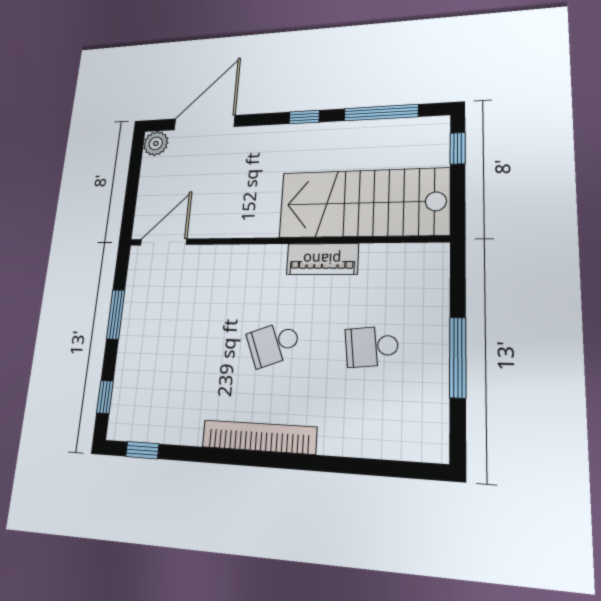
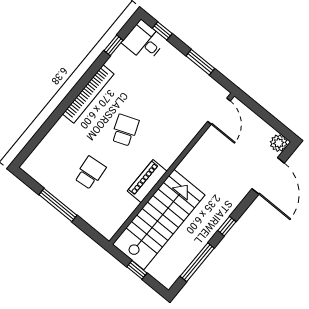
window: (458, 148) -> (137, 270), moved
desk: (134, 412) -> (144, 42), added
window: (142, 450) -> (114, 45), moved

